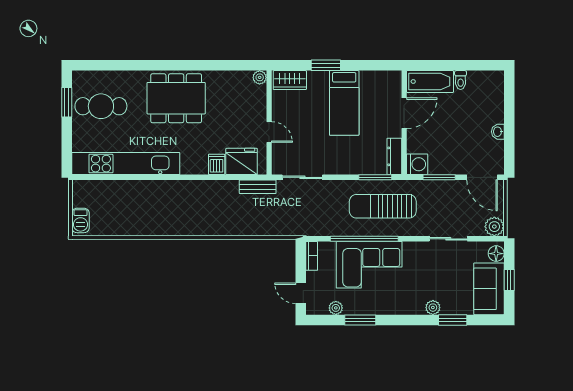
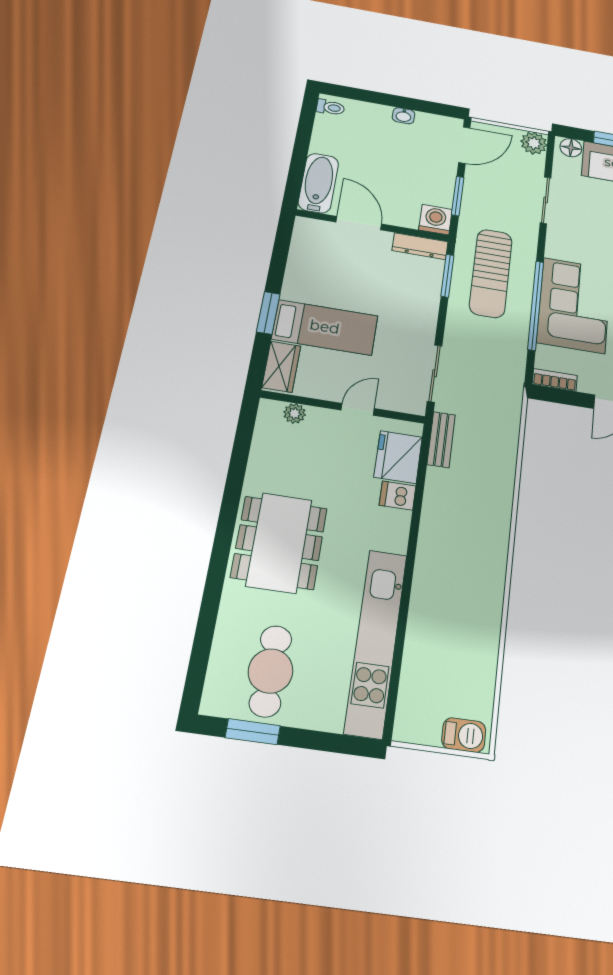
plant: (260, 77) -> (295, 413), moved
toilet: (461, 80) -> (331, 107), moved
bed: (344, 103) -> (325, 327), moved

